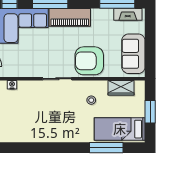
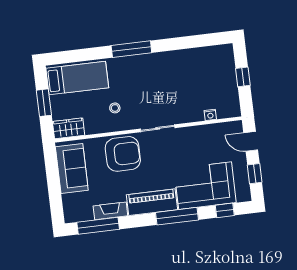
fireplace: (128, 14) -> (110, 211), moved
wardrobe: (121, 88) -> (69, 128), moved
window: (106, 148) -> (131, 49), moved

